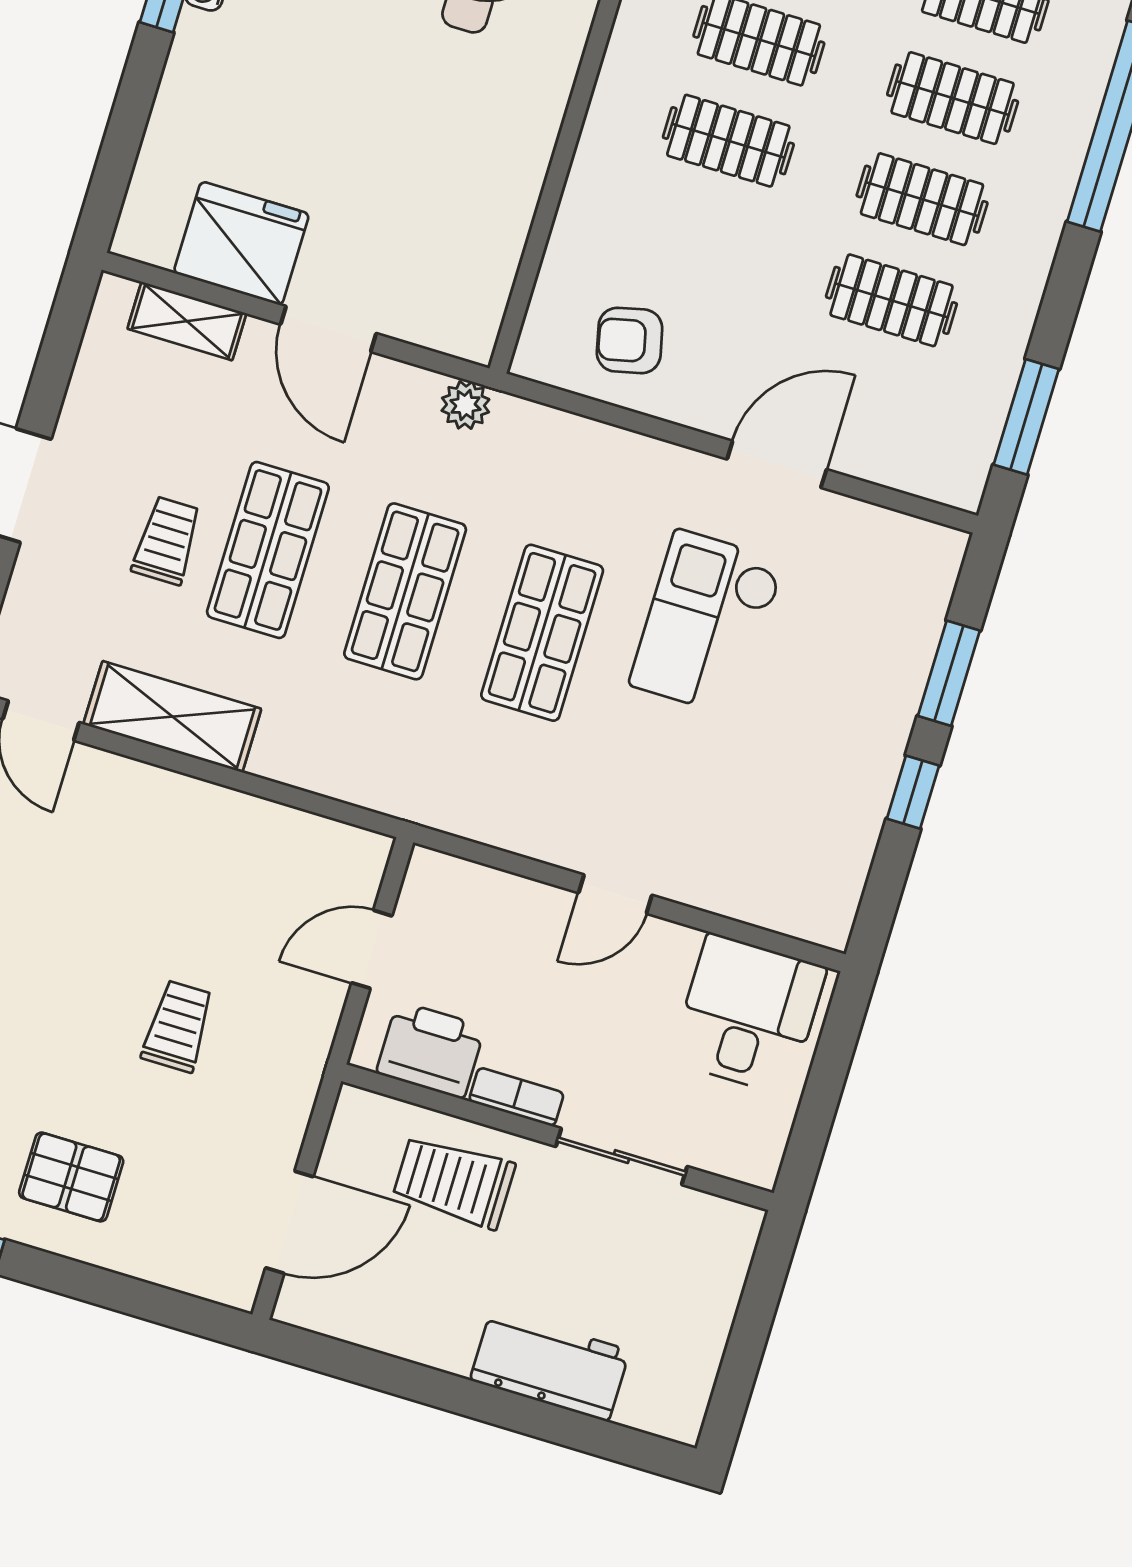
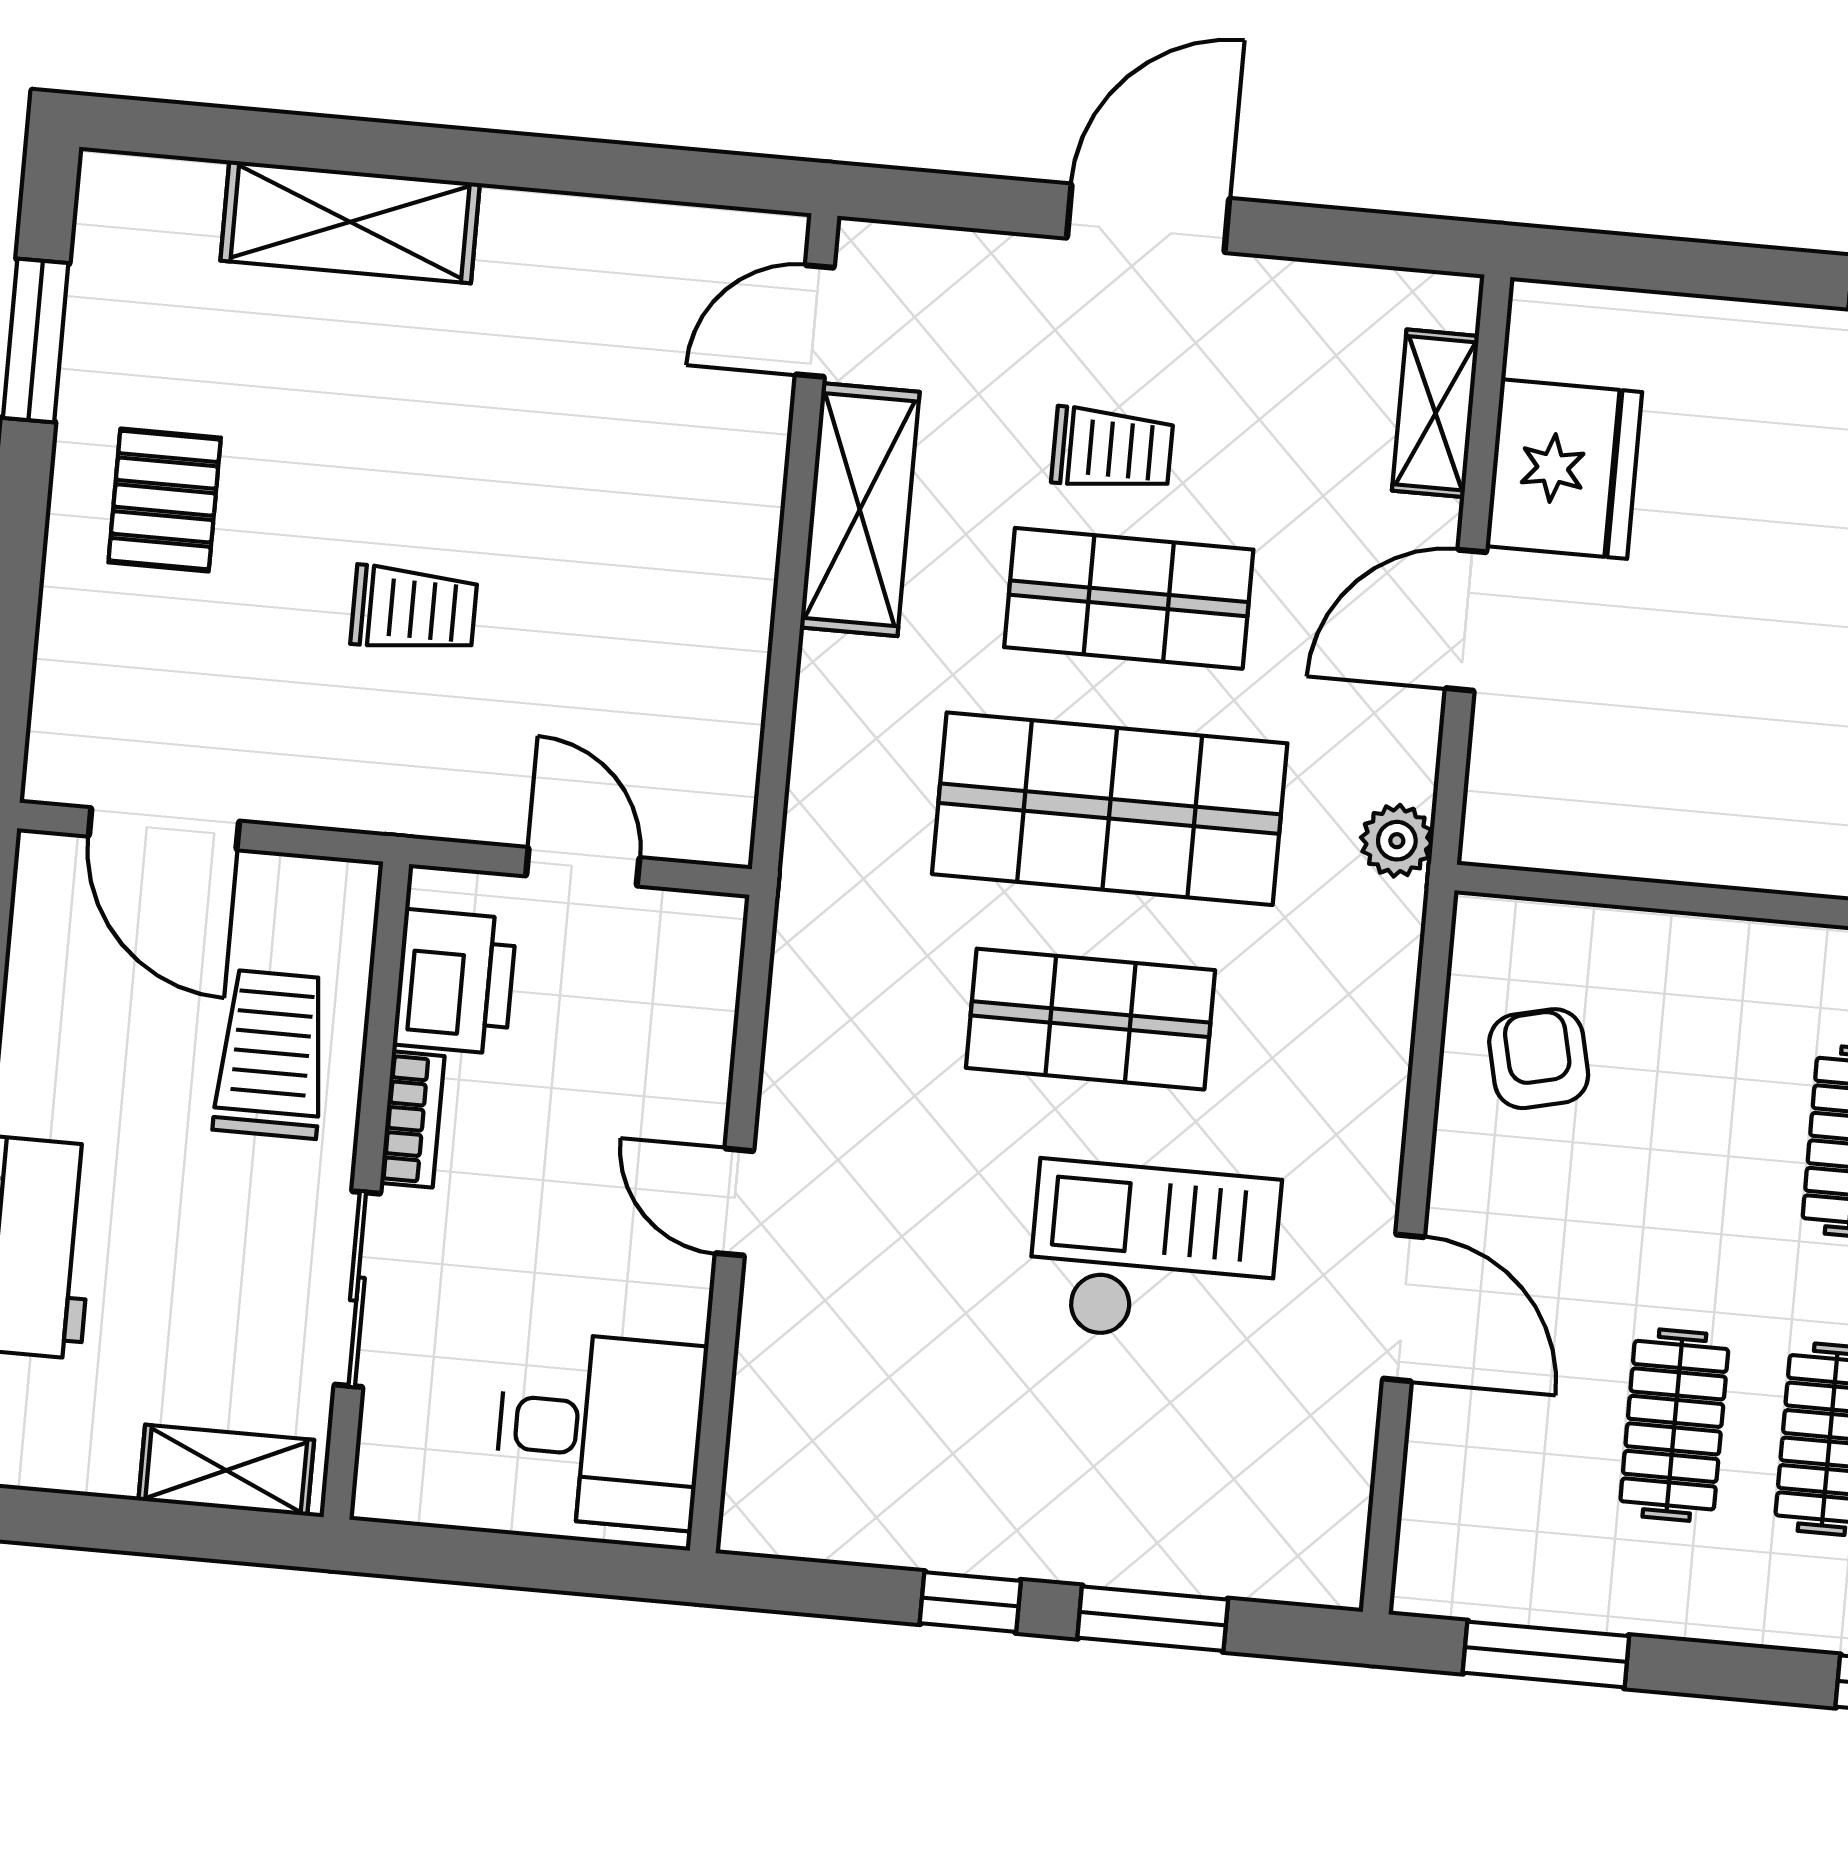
shop shelf: (405, 591) -> (1110, 809), width x1.43, depth x1.36
shelving: (724, 1268) -> (226, 1470), added

